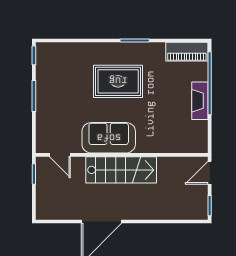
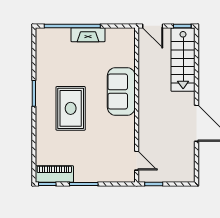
piano: (187, 52) -> (54, 174), moved, turned -90
sofa: (109, 138) -> (121, 91), moved
door: (60, 155) -> (137, 161), hinge flipped
stairs: (121, 170) -> (183, 60), moved, turned 180

